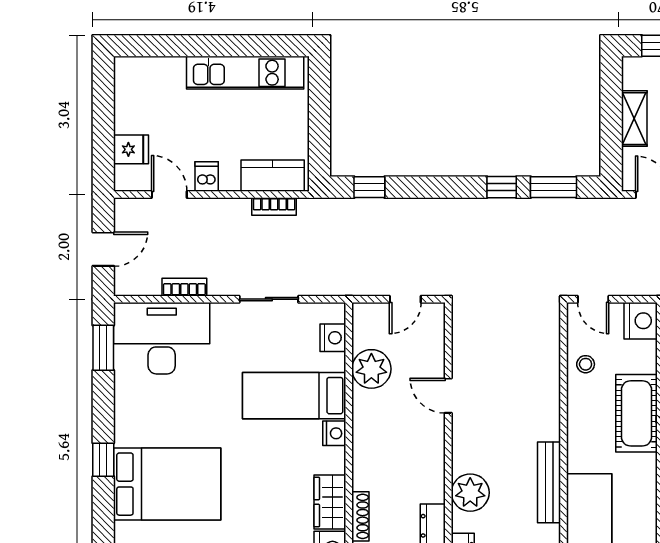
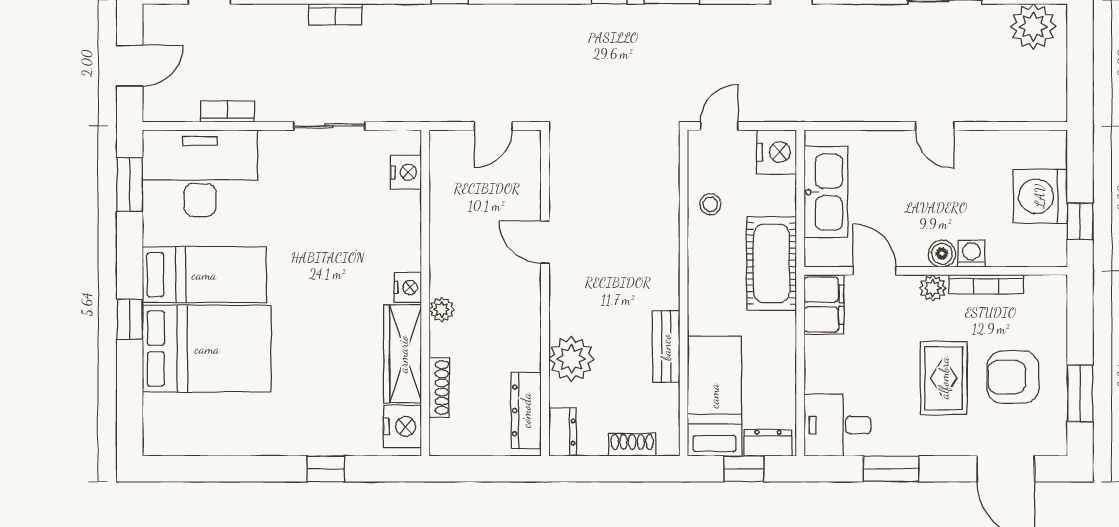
door: (593, 299) -> (719, 126), swing flipped
plant: (371, 369) -> (442, 309), moved, width x0.53, depth x0.53
bed: (294, 396) -> (204, 275), moved, turned 180
bench: (549, 482) -> (666, 347), width x0.73
wardrobe: (330, 502) -> (403, 354), width x1.50

